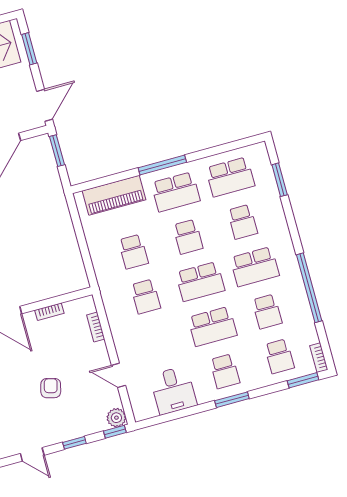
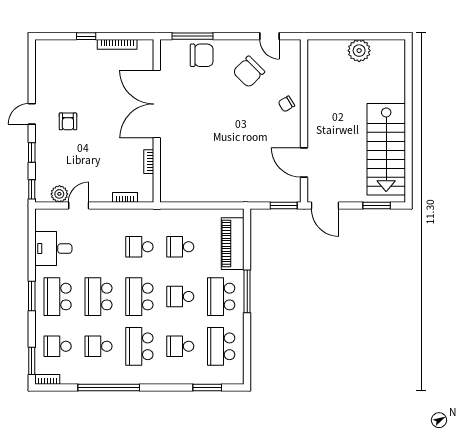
school desk: (225, 371) -> (58, 297), width x1.85
armchair: (51, 388) -> (68, 121), moved, turned 75
plant: (116, 418) -> (59, 194), moved

